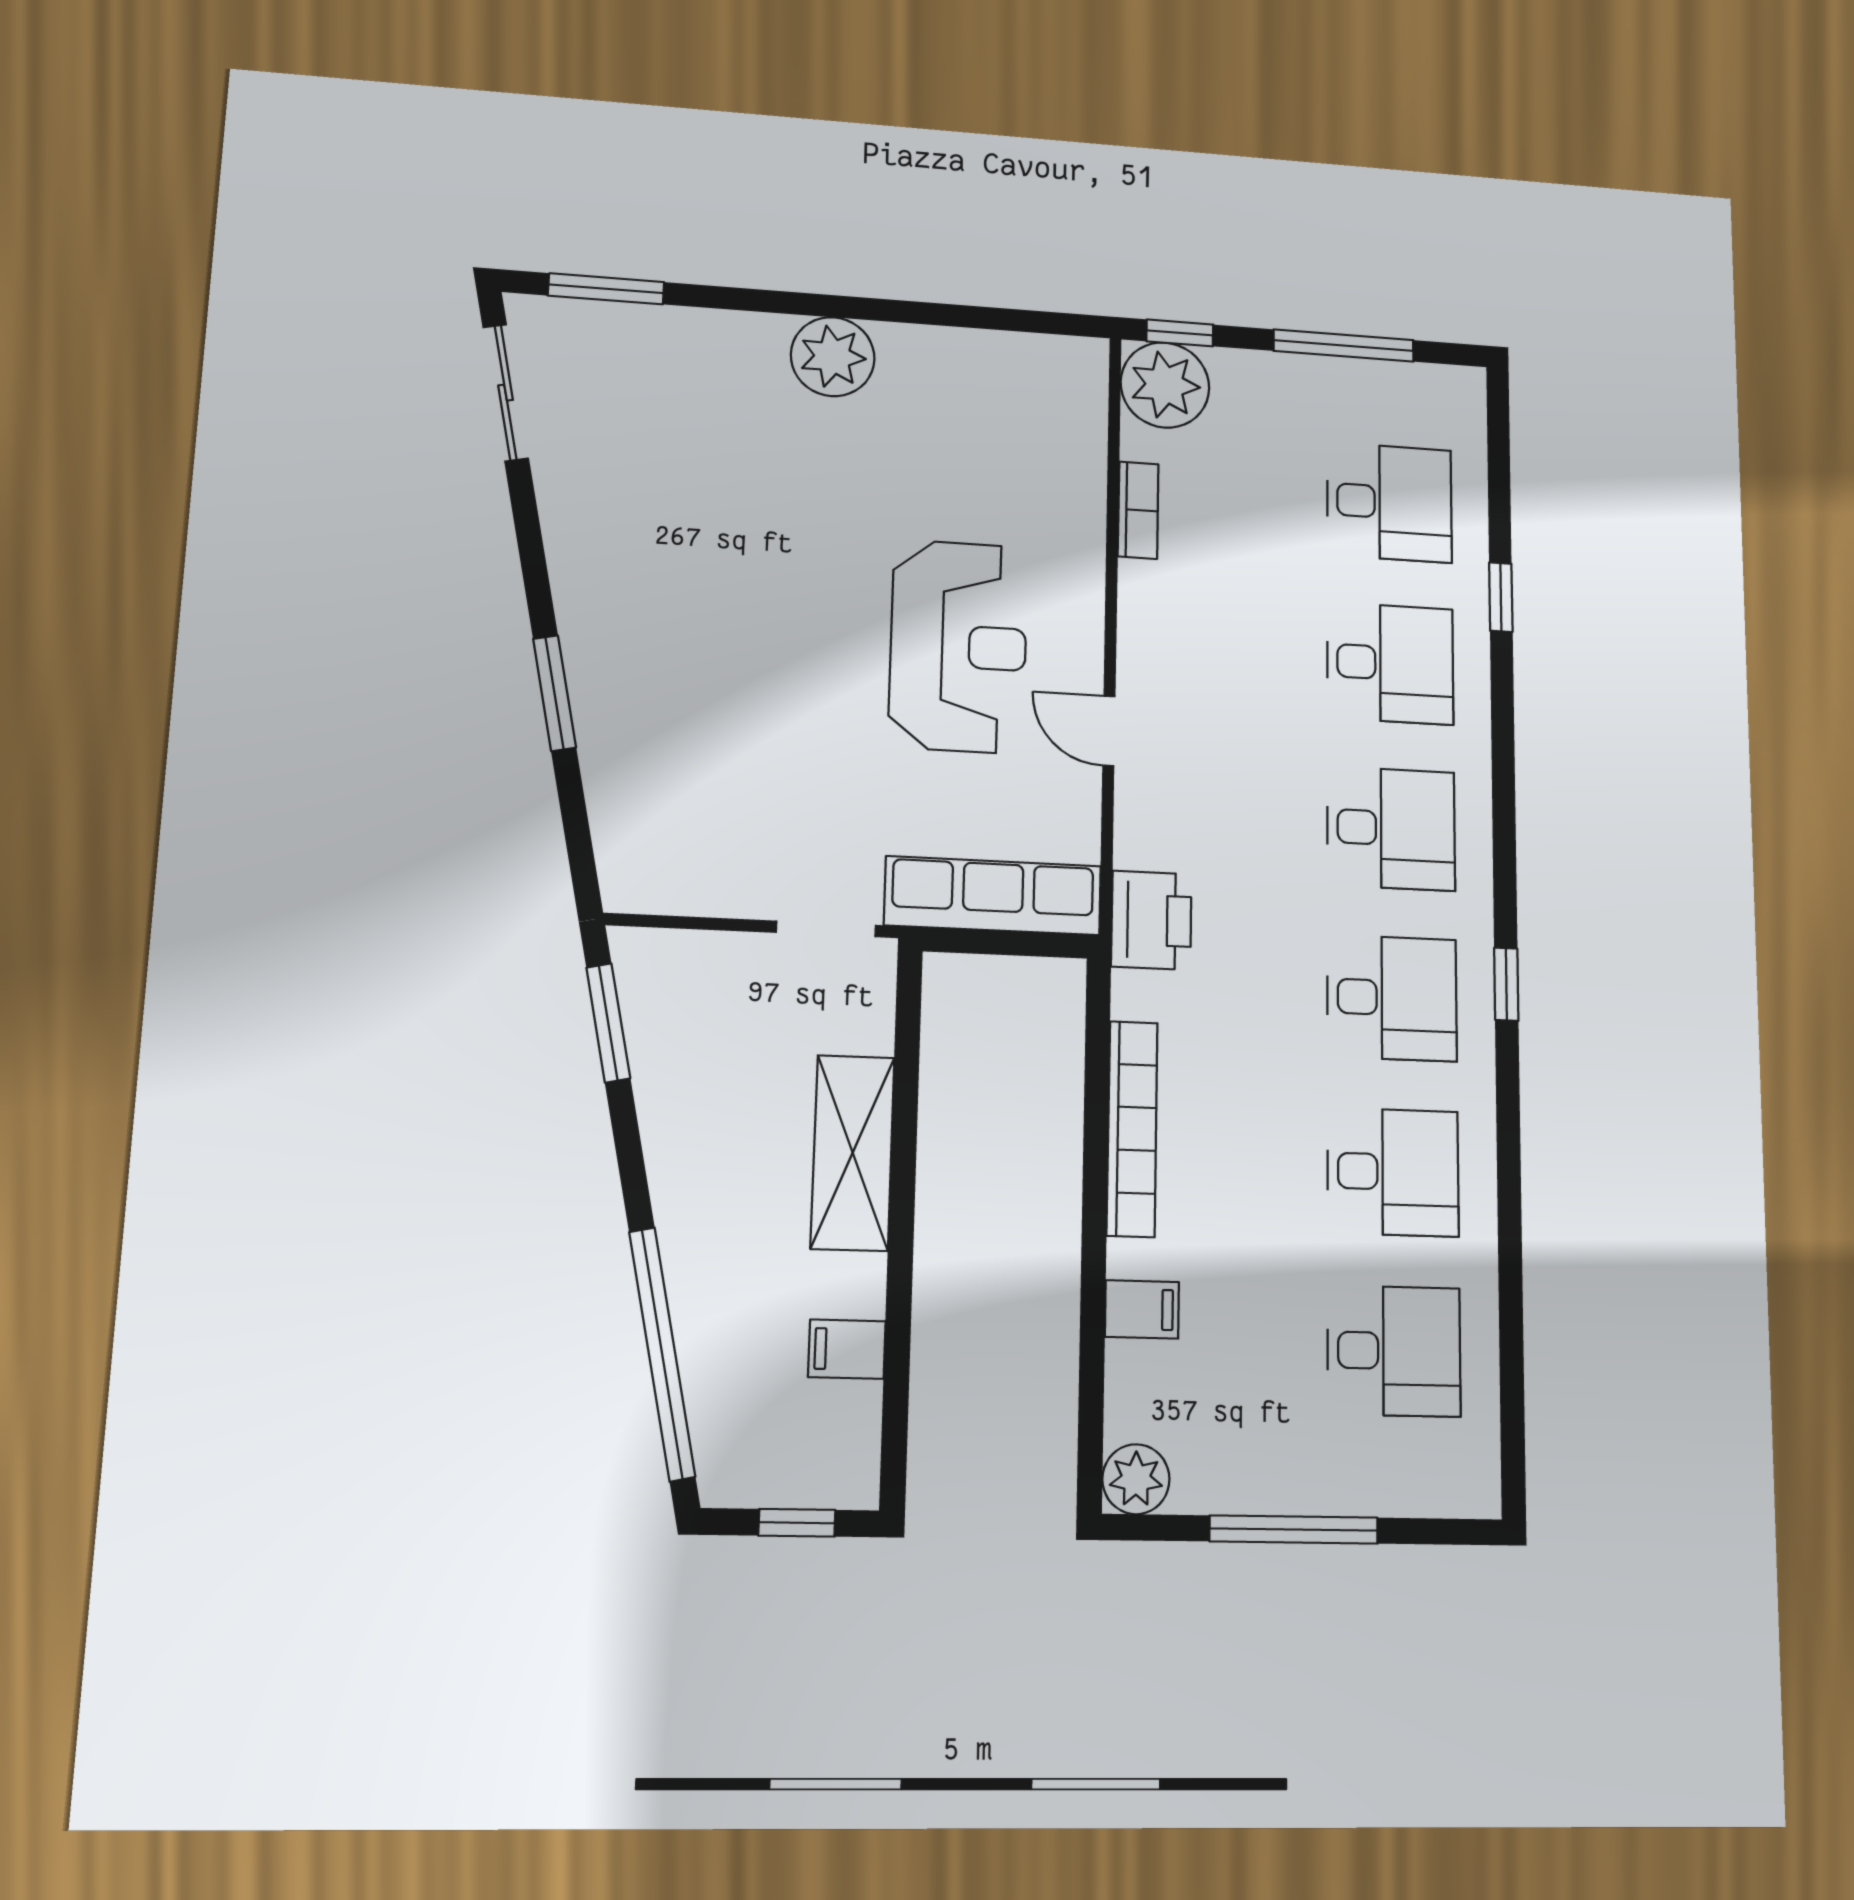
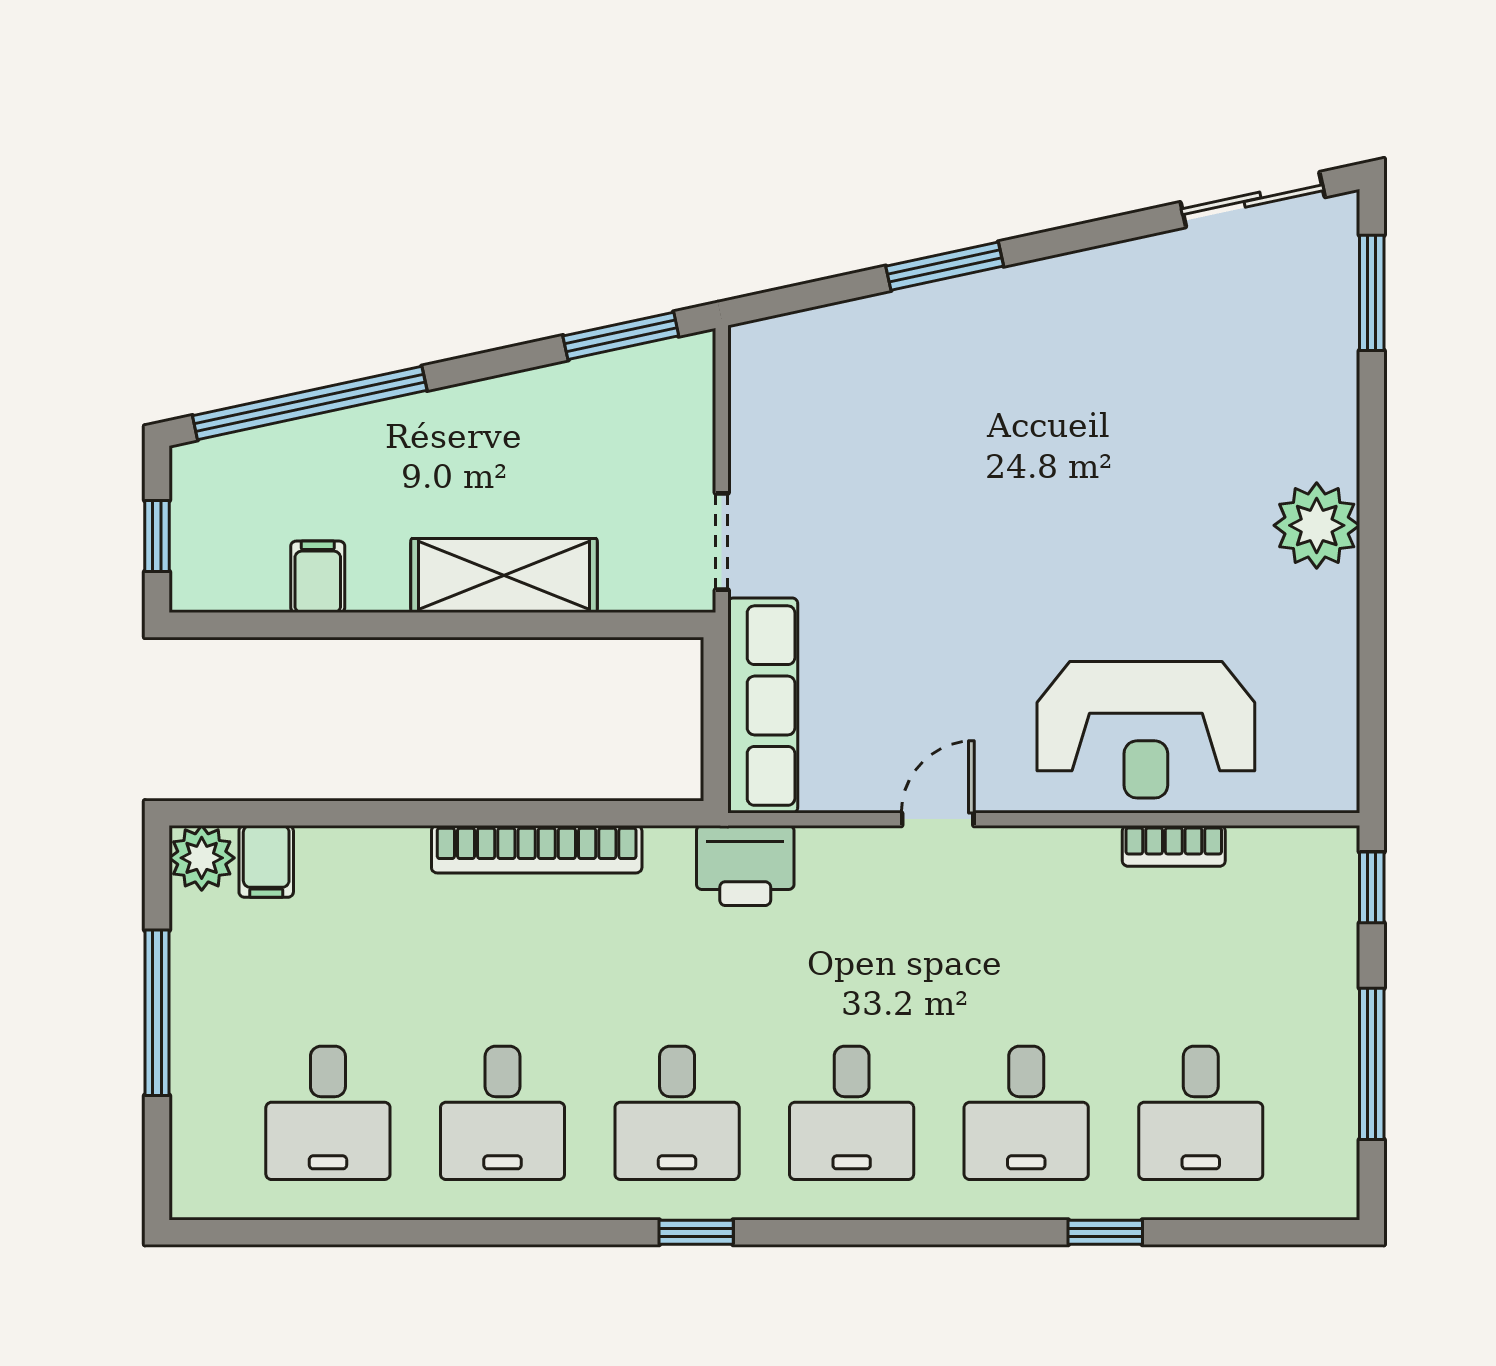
plant: (1165, 385) -> (1313, 872), removed
reception desk: (958, 646) -> (1146, 730), moved
filing cabinet: (1142, 1309) -> (266, 861), moved

